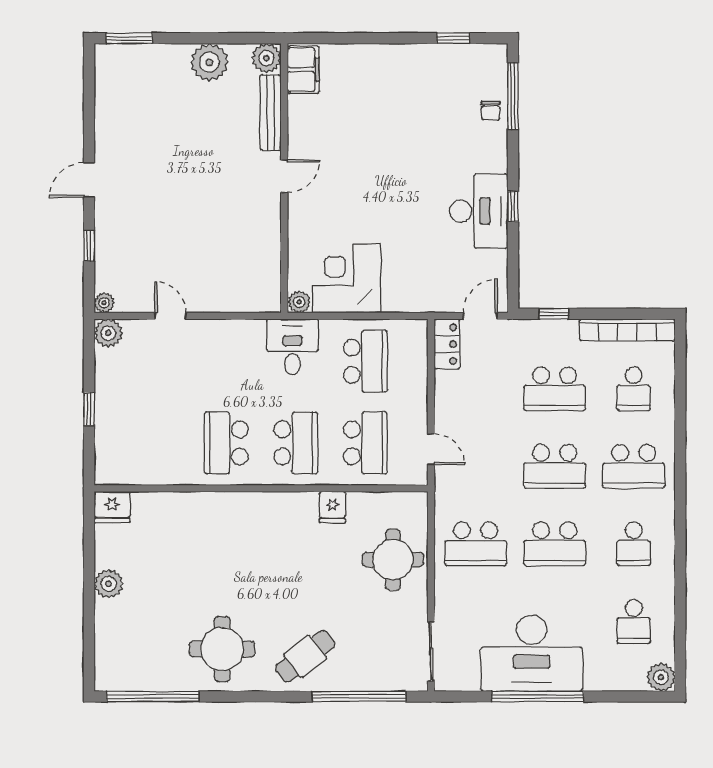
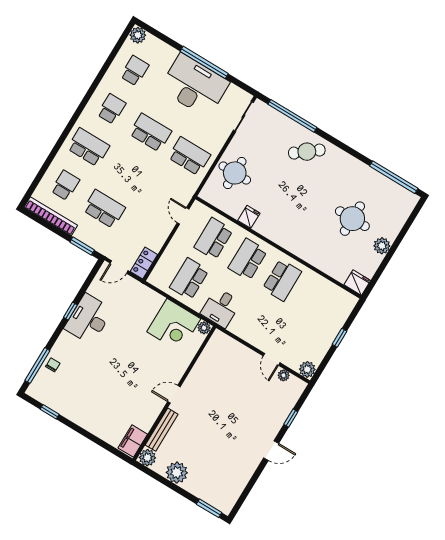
plant: (104, 303) -> (284, 375), moved
window: (554, 314) -> (82, 246), width x1.50
school desk: (555, 466) -> (127, 171), removed
round table: (222, 649) -> (352, 219), moved

